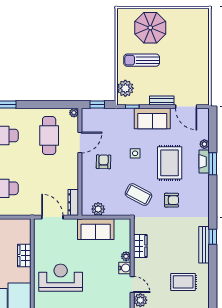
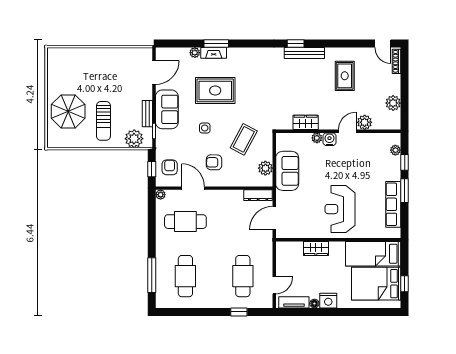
bench: (162, 101) -> (147, 114), moved
coffee table: (138, 195) -> (244, 139), moved
armchair: (172, 200) -> (170, 167), moved

